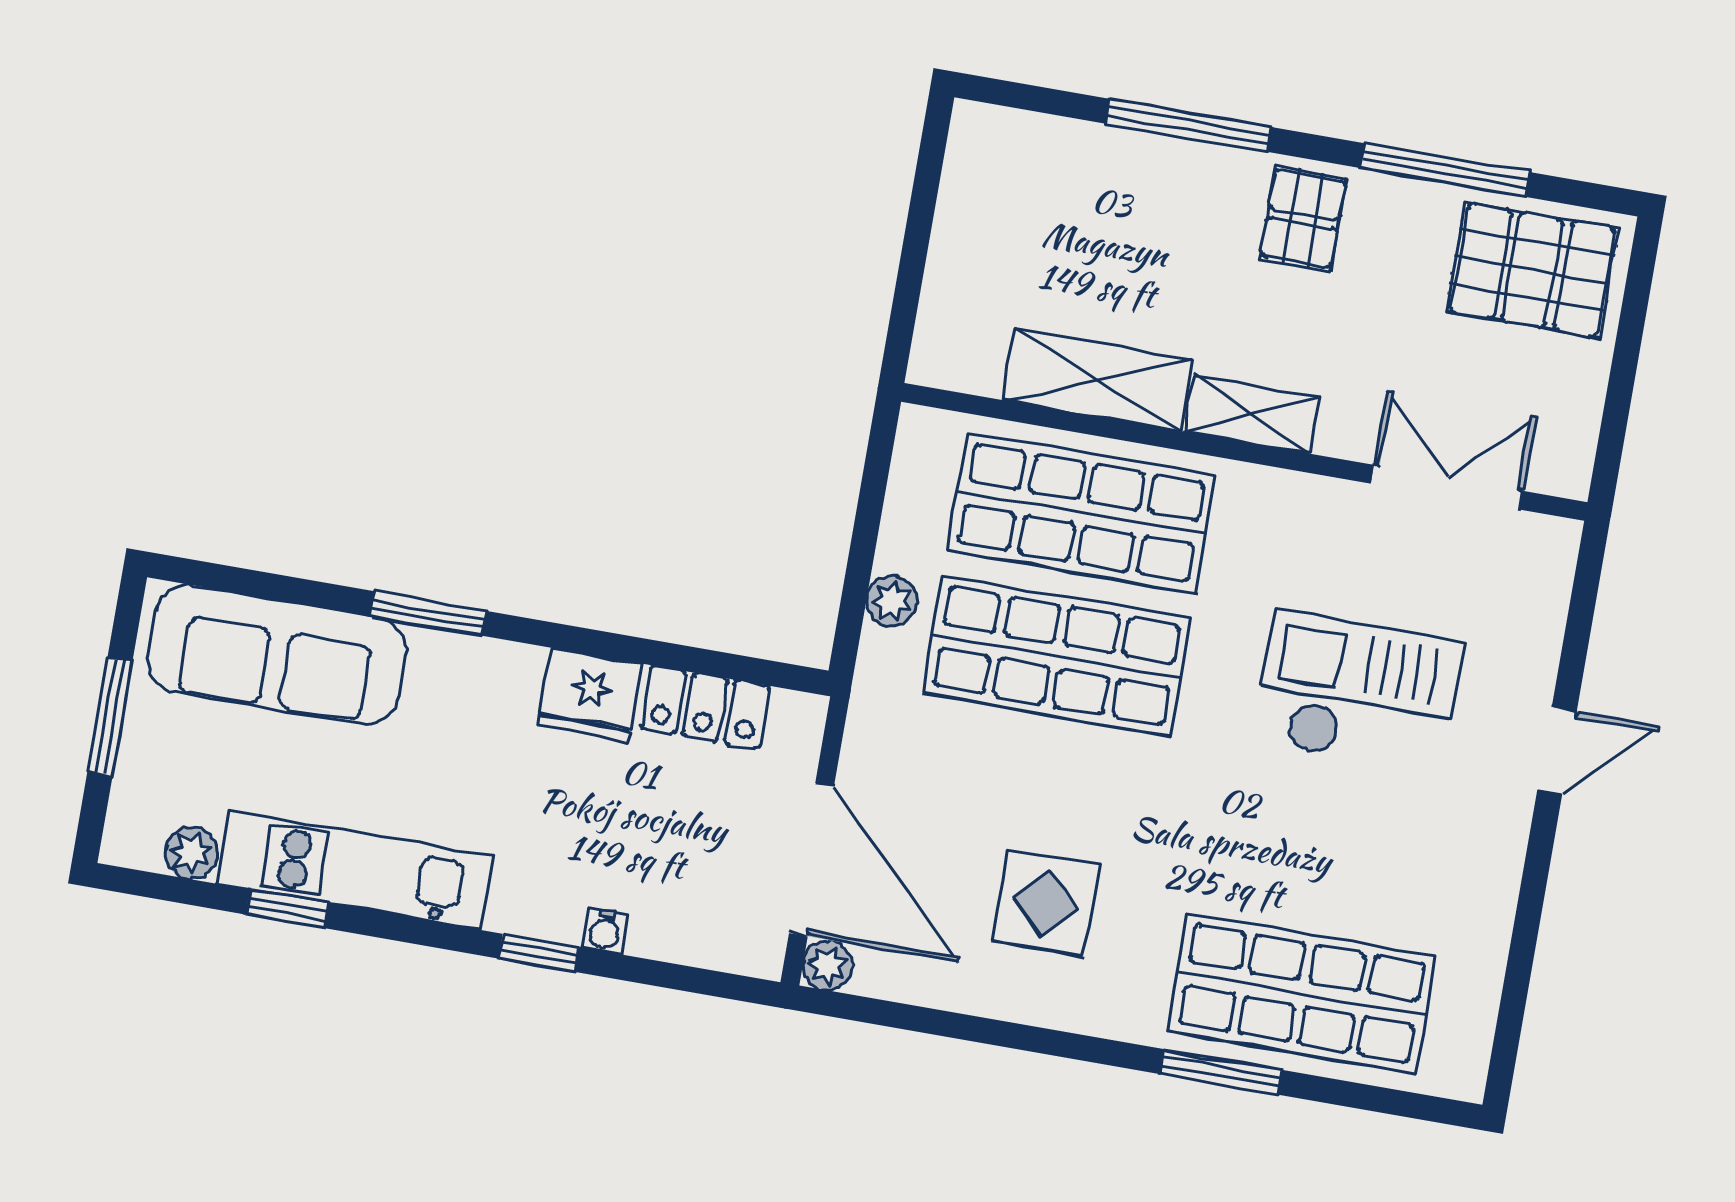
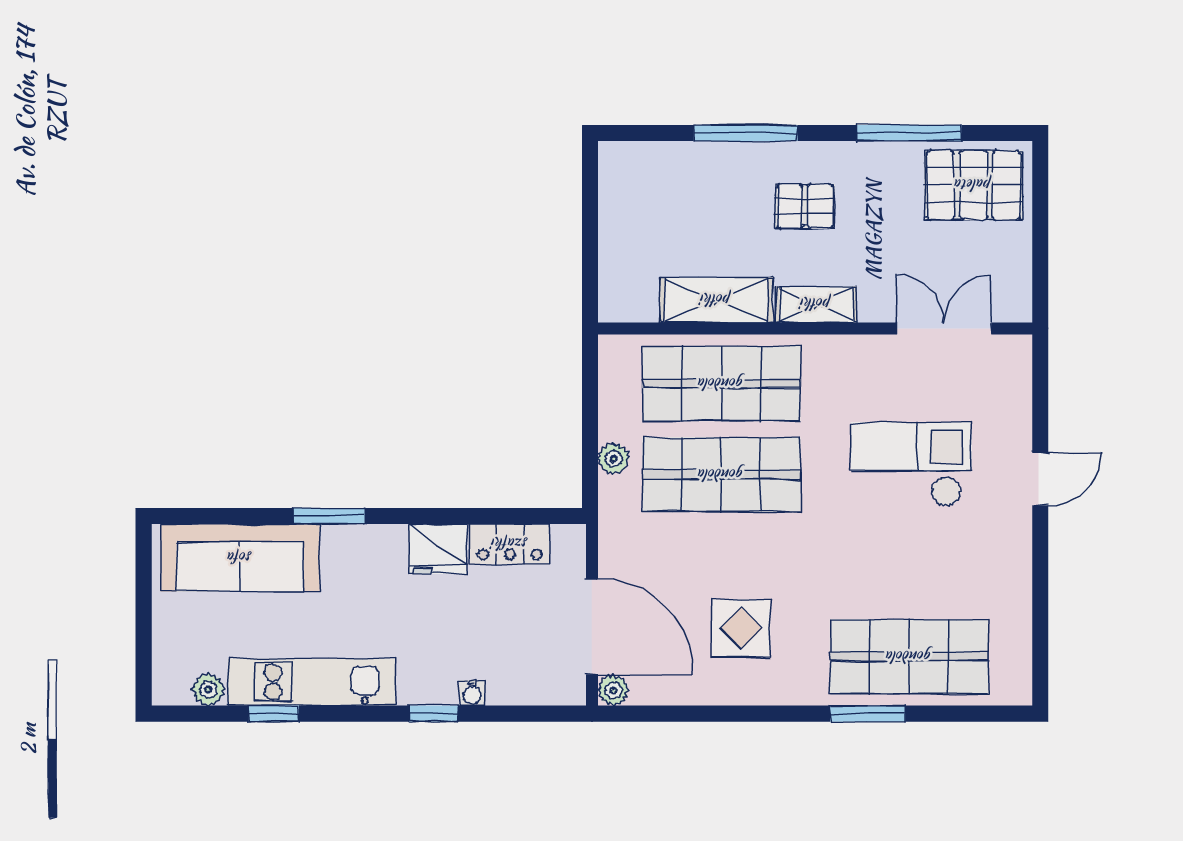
pallet: (1303, 219) -> (805, 206), moved, turned 90
window: (110, 717) -> (144, 614), removed

